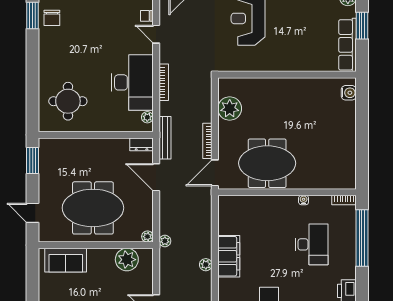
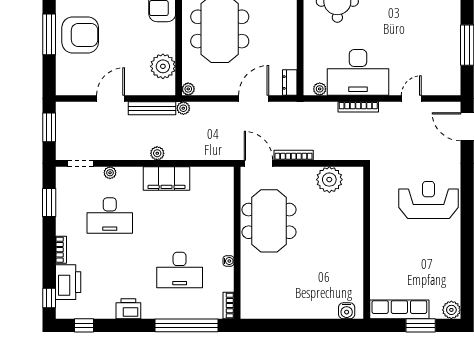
chair: (146, 16) -> (431, 88), removed
bench: (165, 138) -> (152, 108), moved

